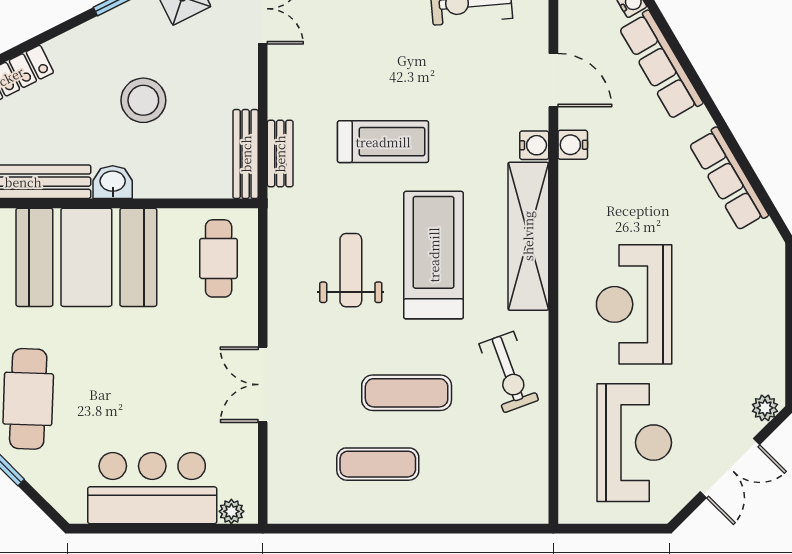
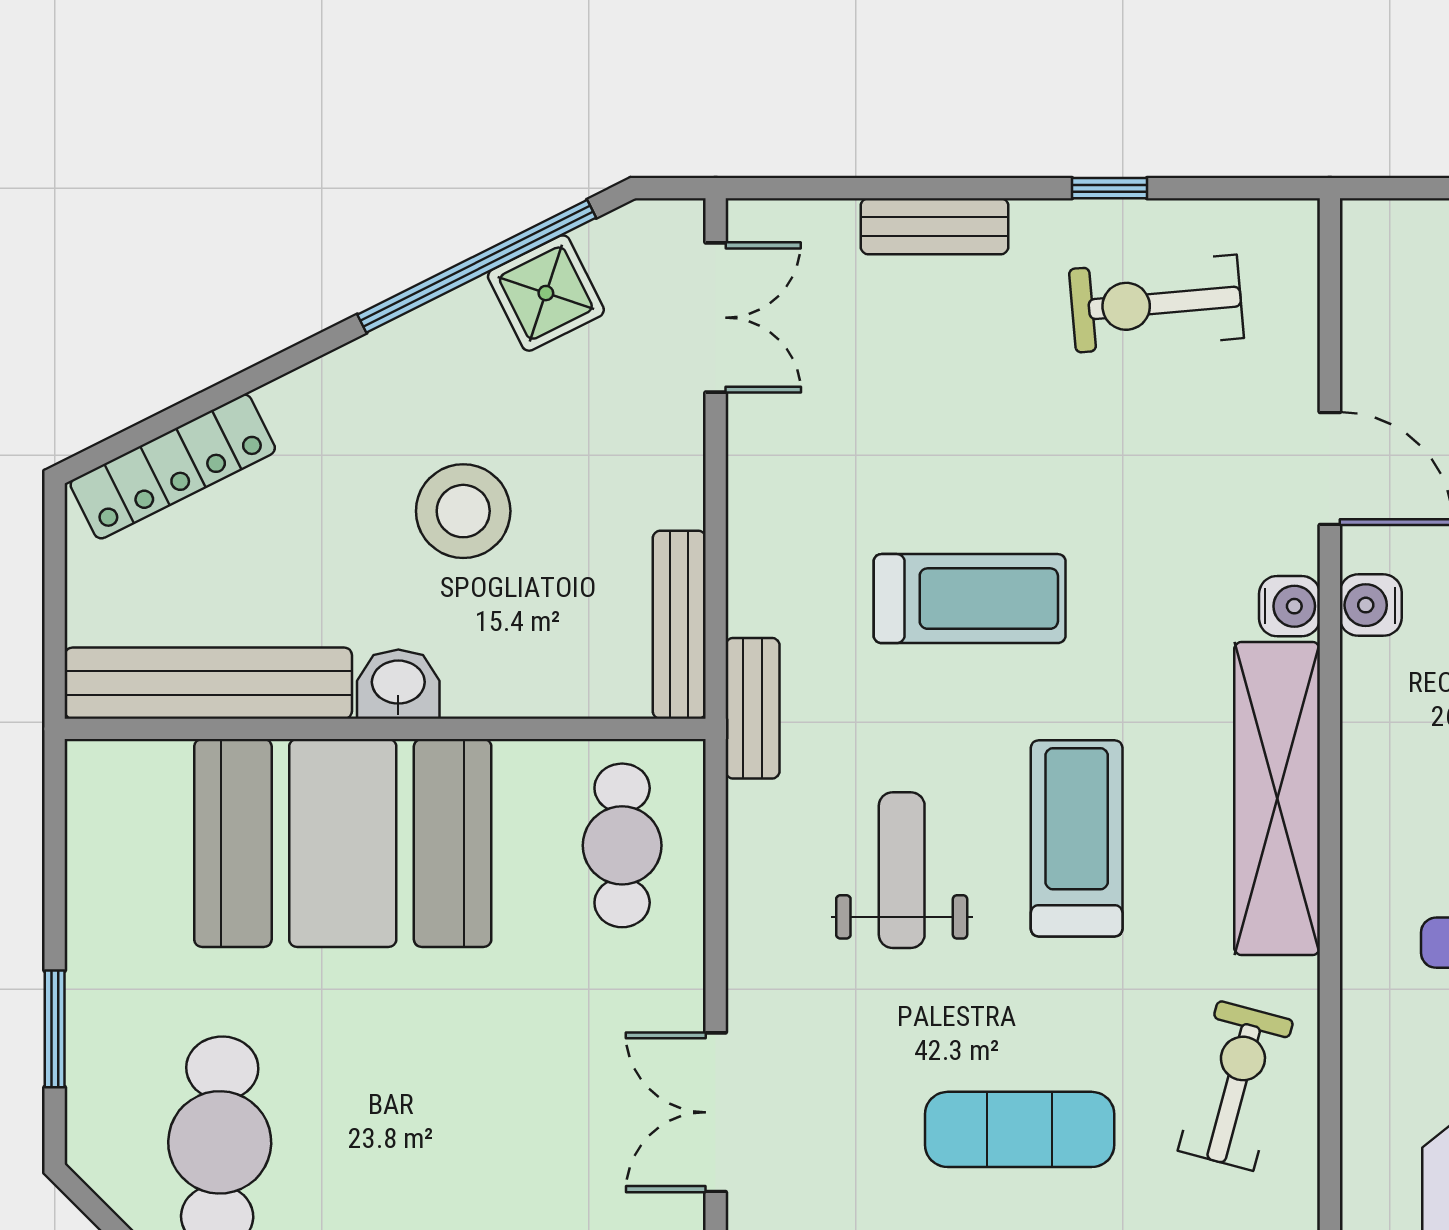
bench: (280, 154) -> (753, 708), moved
treadmill: (434, 255) -> (1077, 838), width x0.73, depth x0.73
exercise bike: (509, 372) -> (1236, 1086), turned -145

